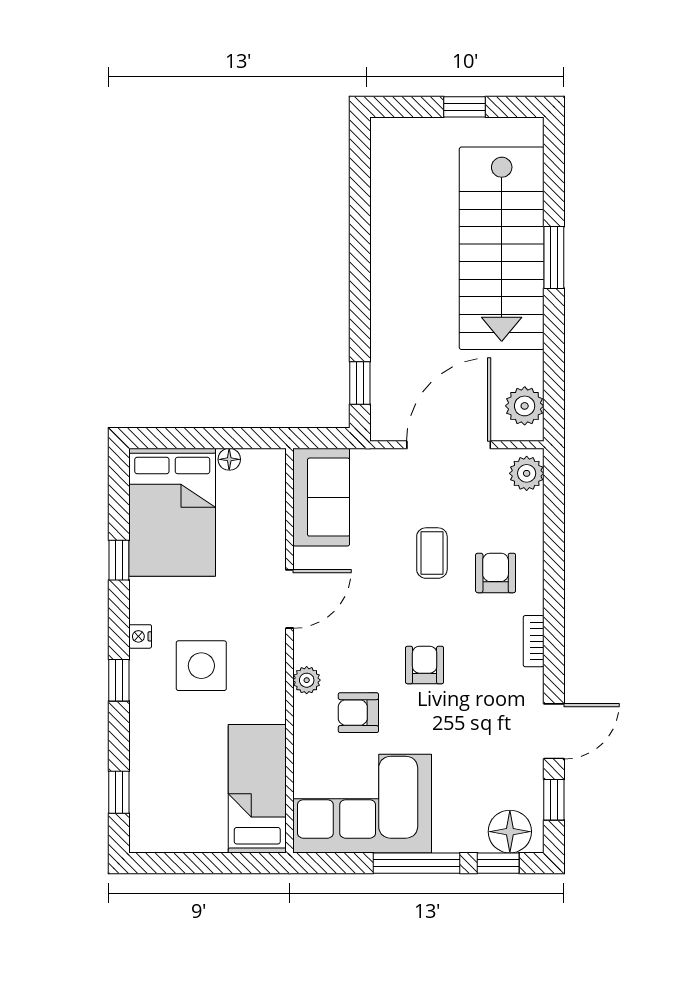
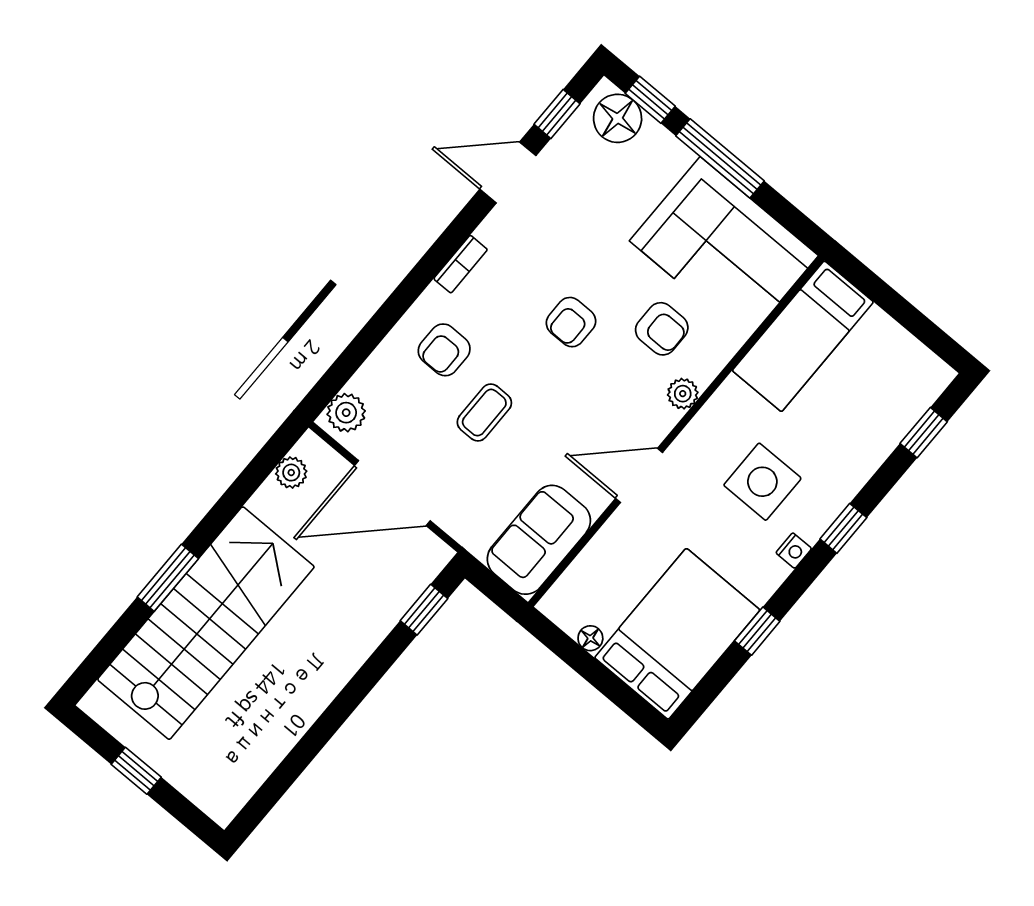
plant: (525, 406) -> (291, 473), width x0.73, depth x0.73

